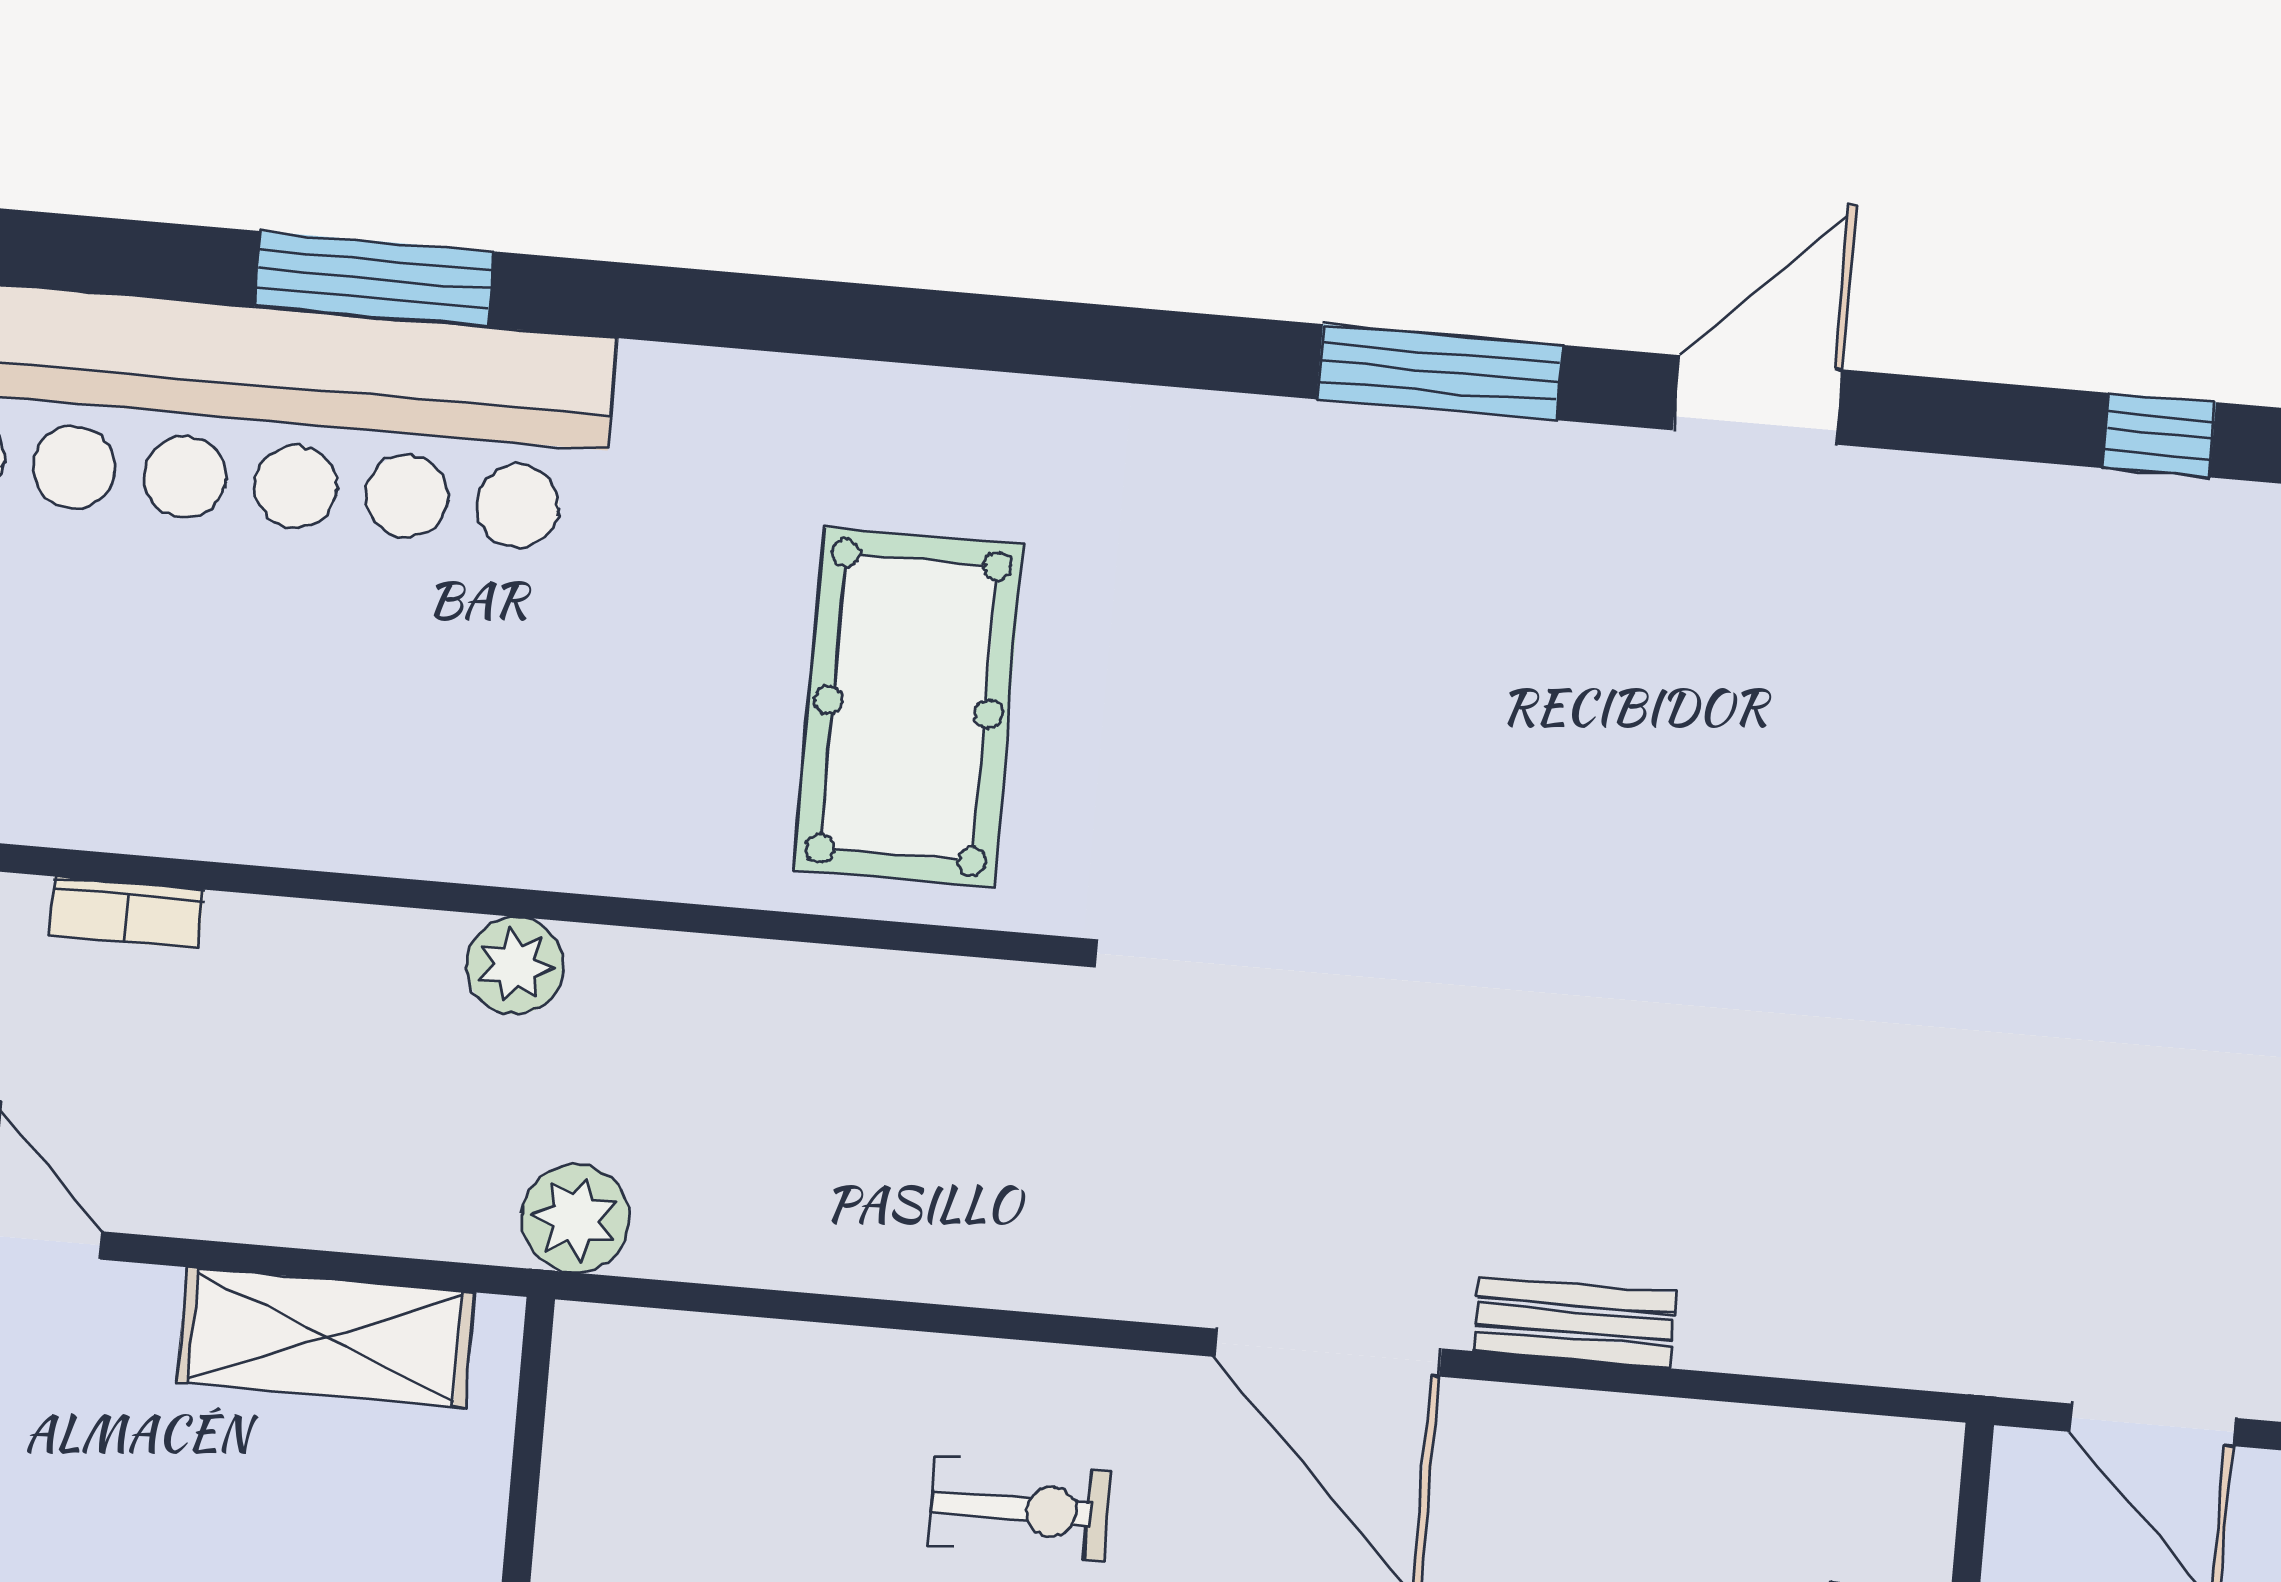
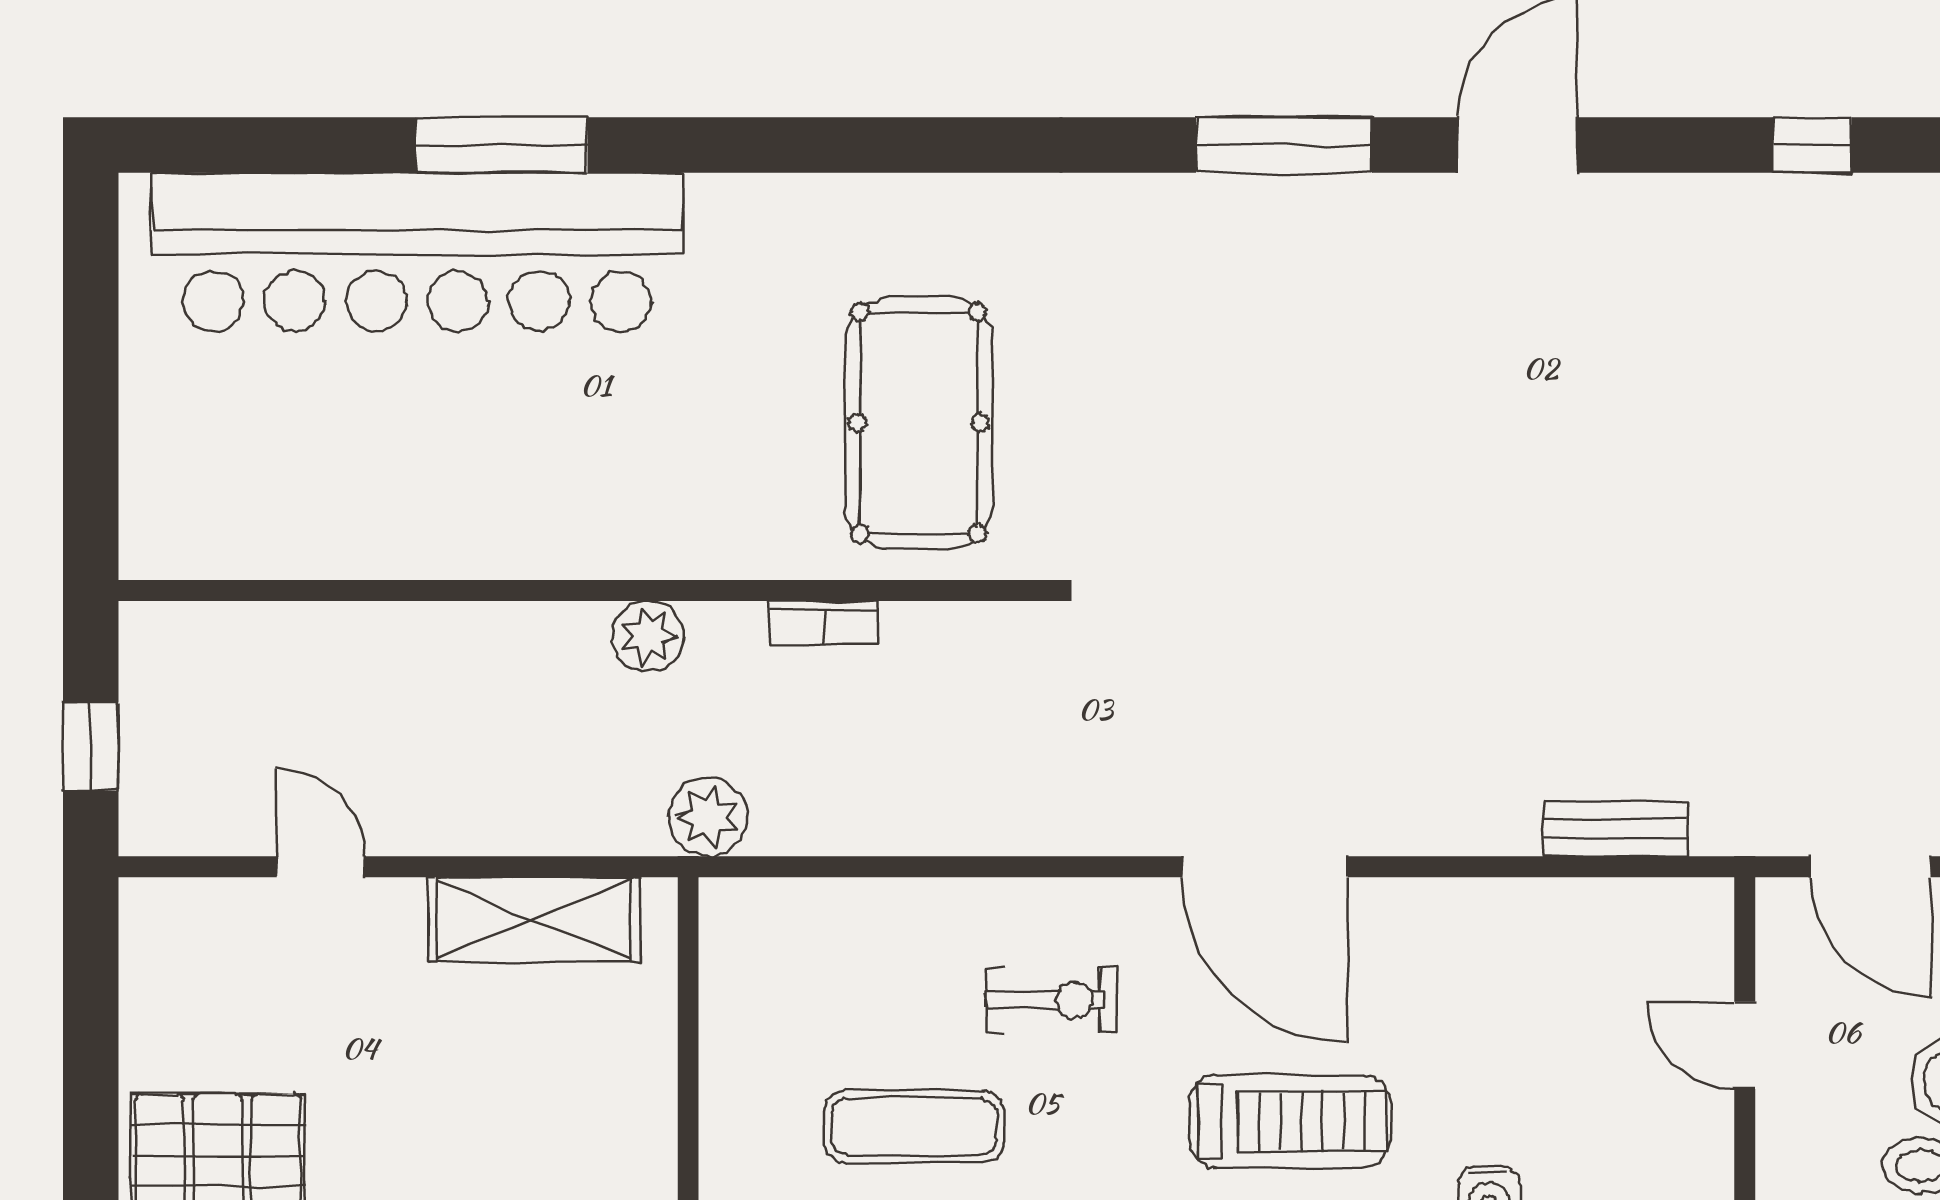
bookcase: (127, 913) -> (823, 623), moved
bench: (1575, 1322) -> (1616, 829), moved

